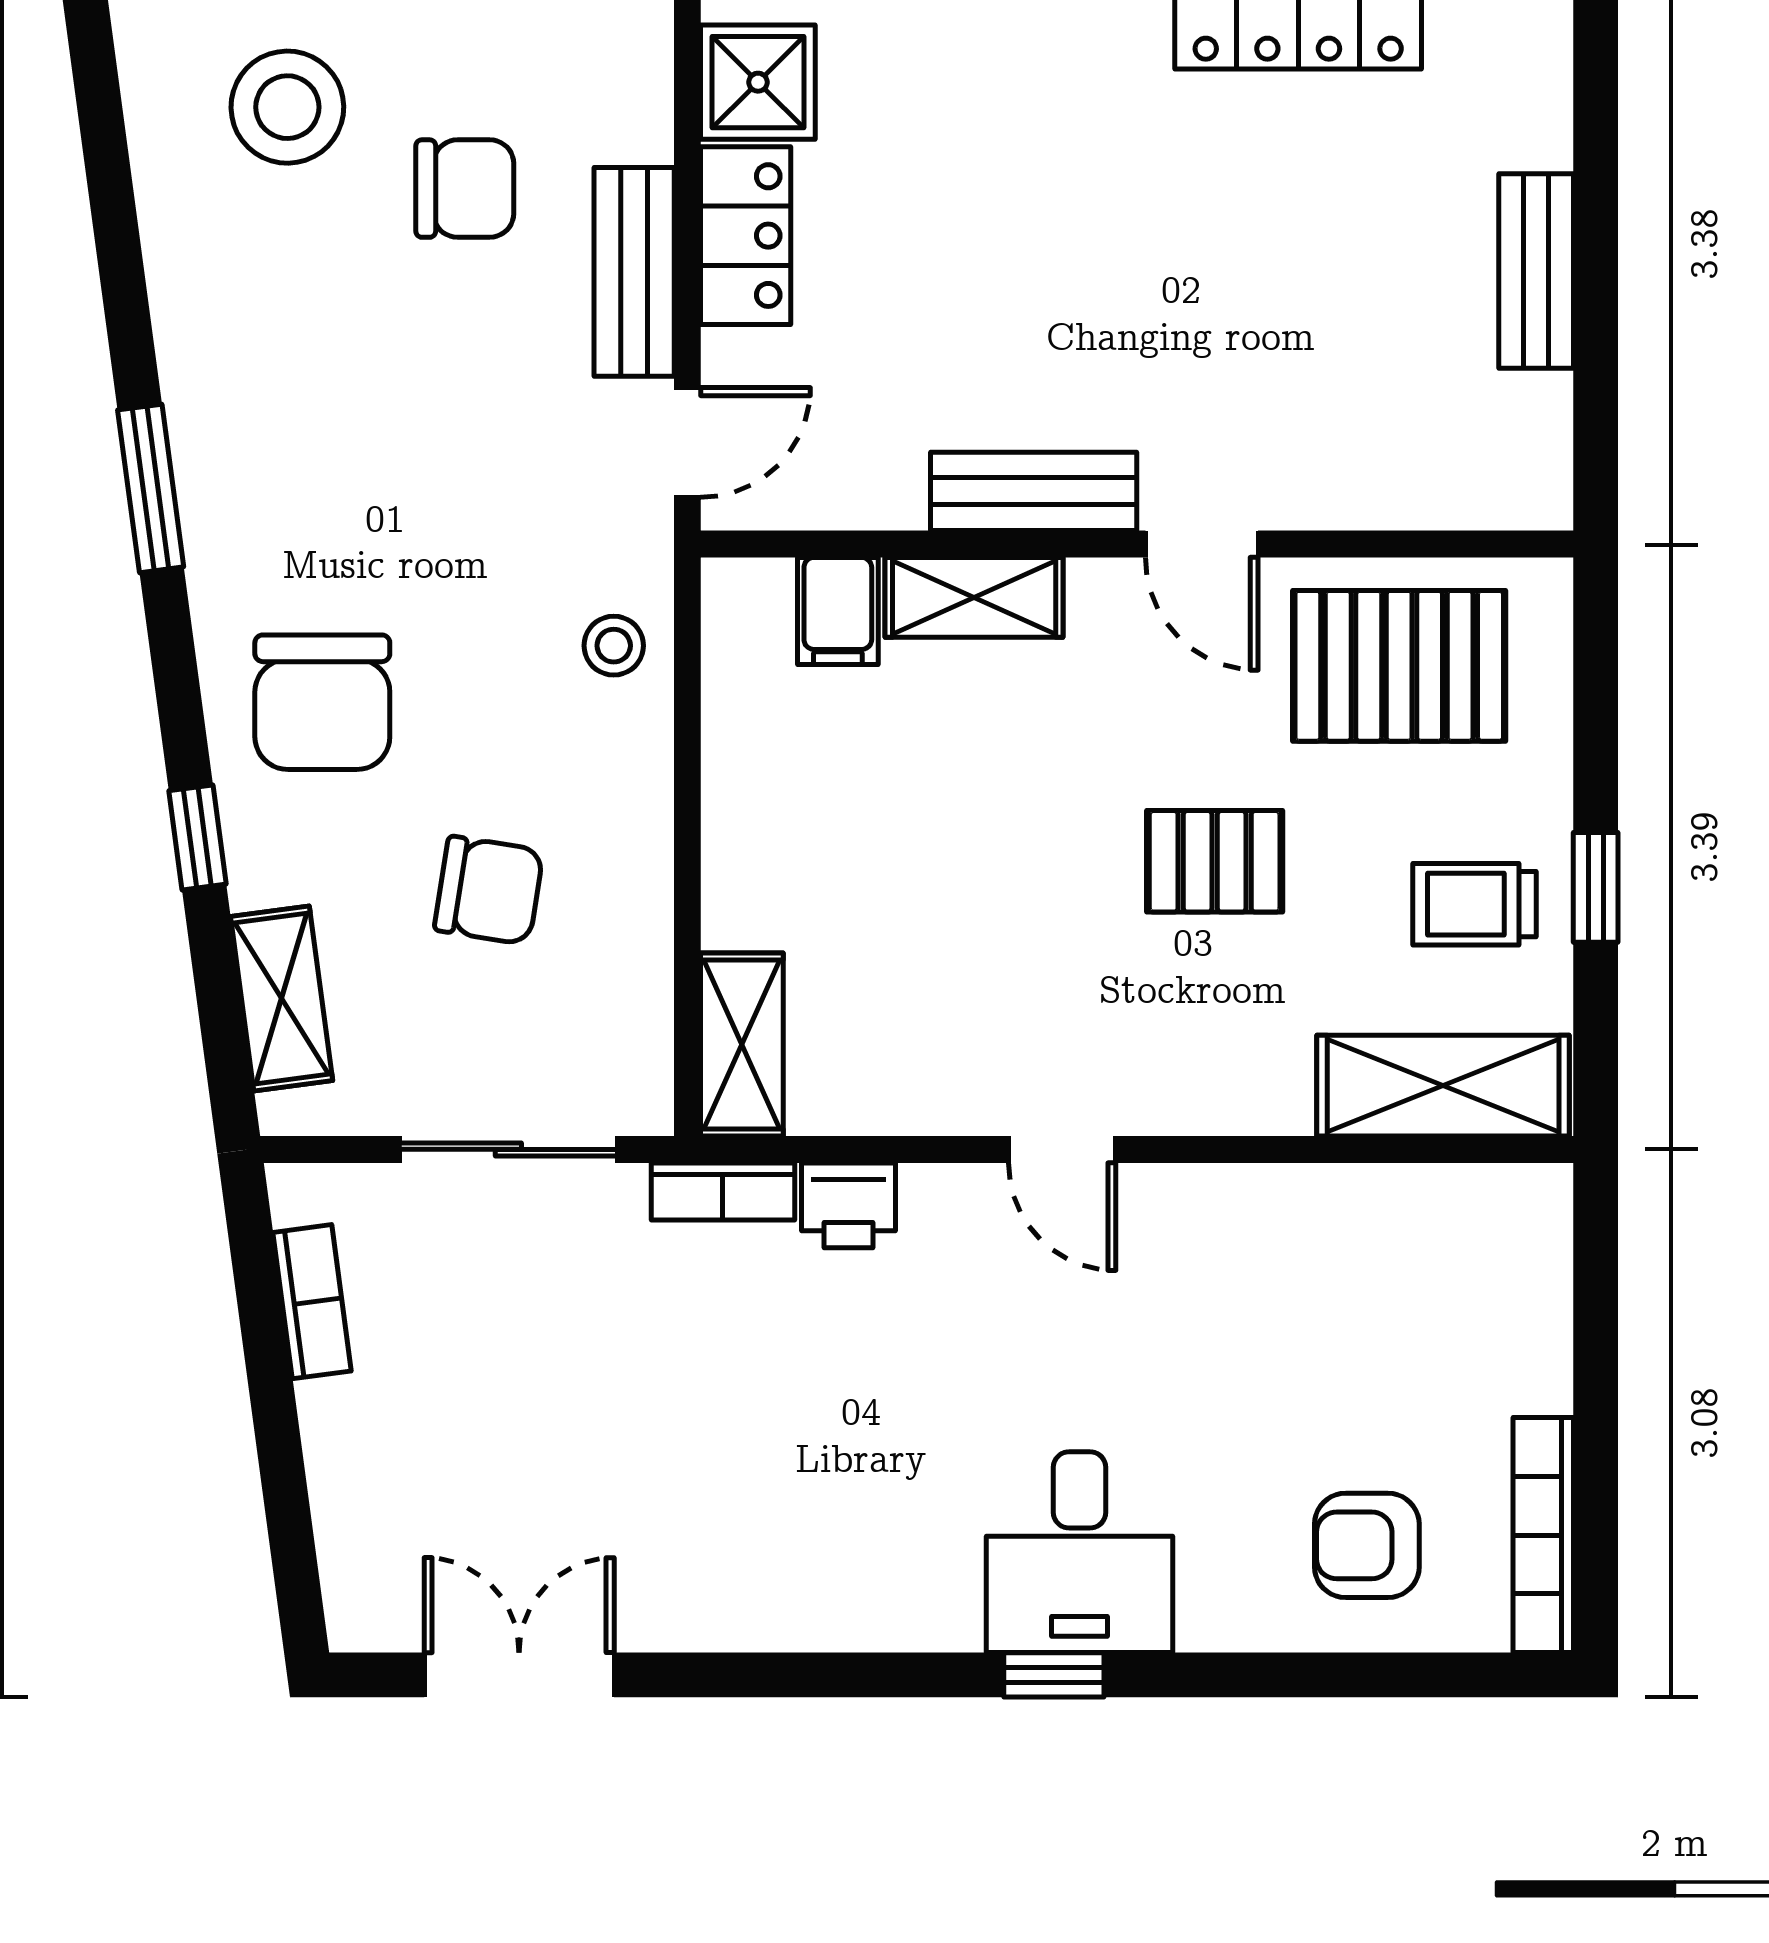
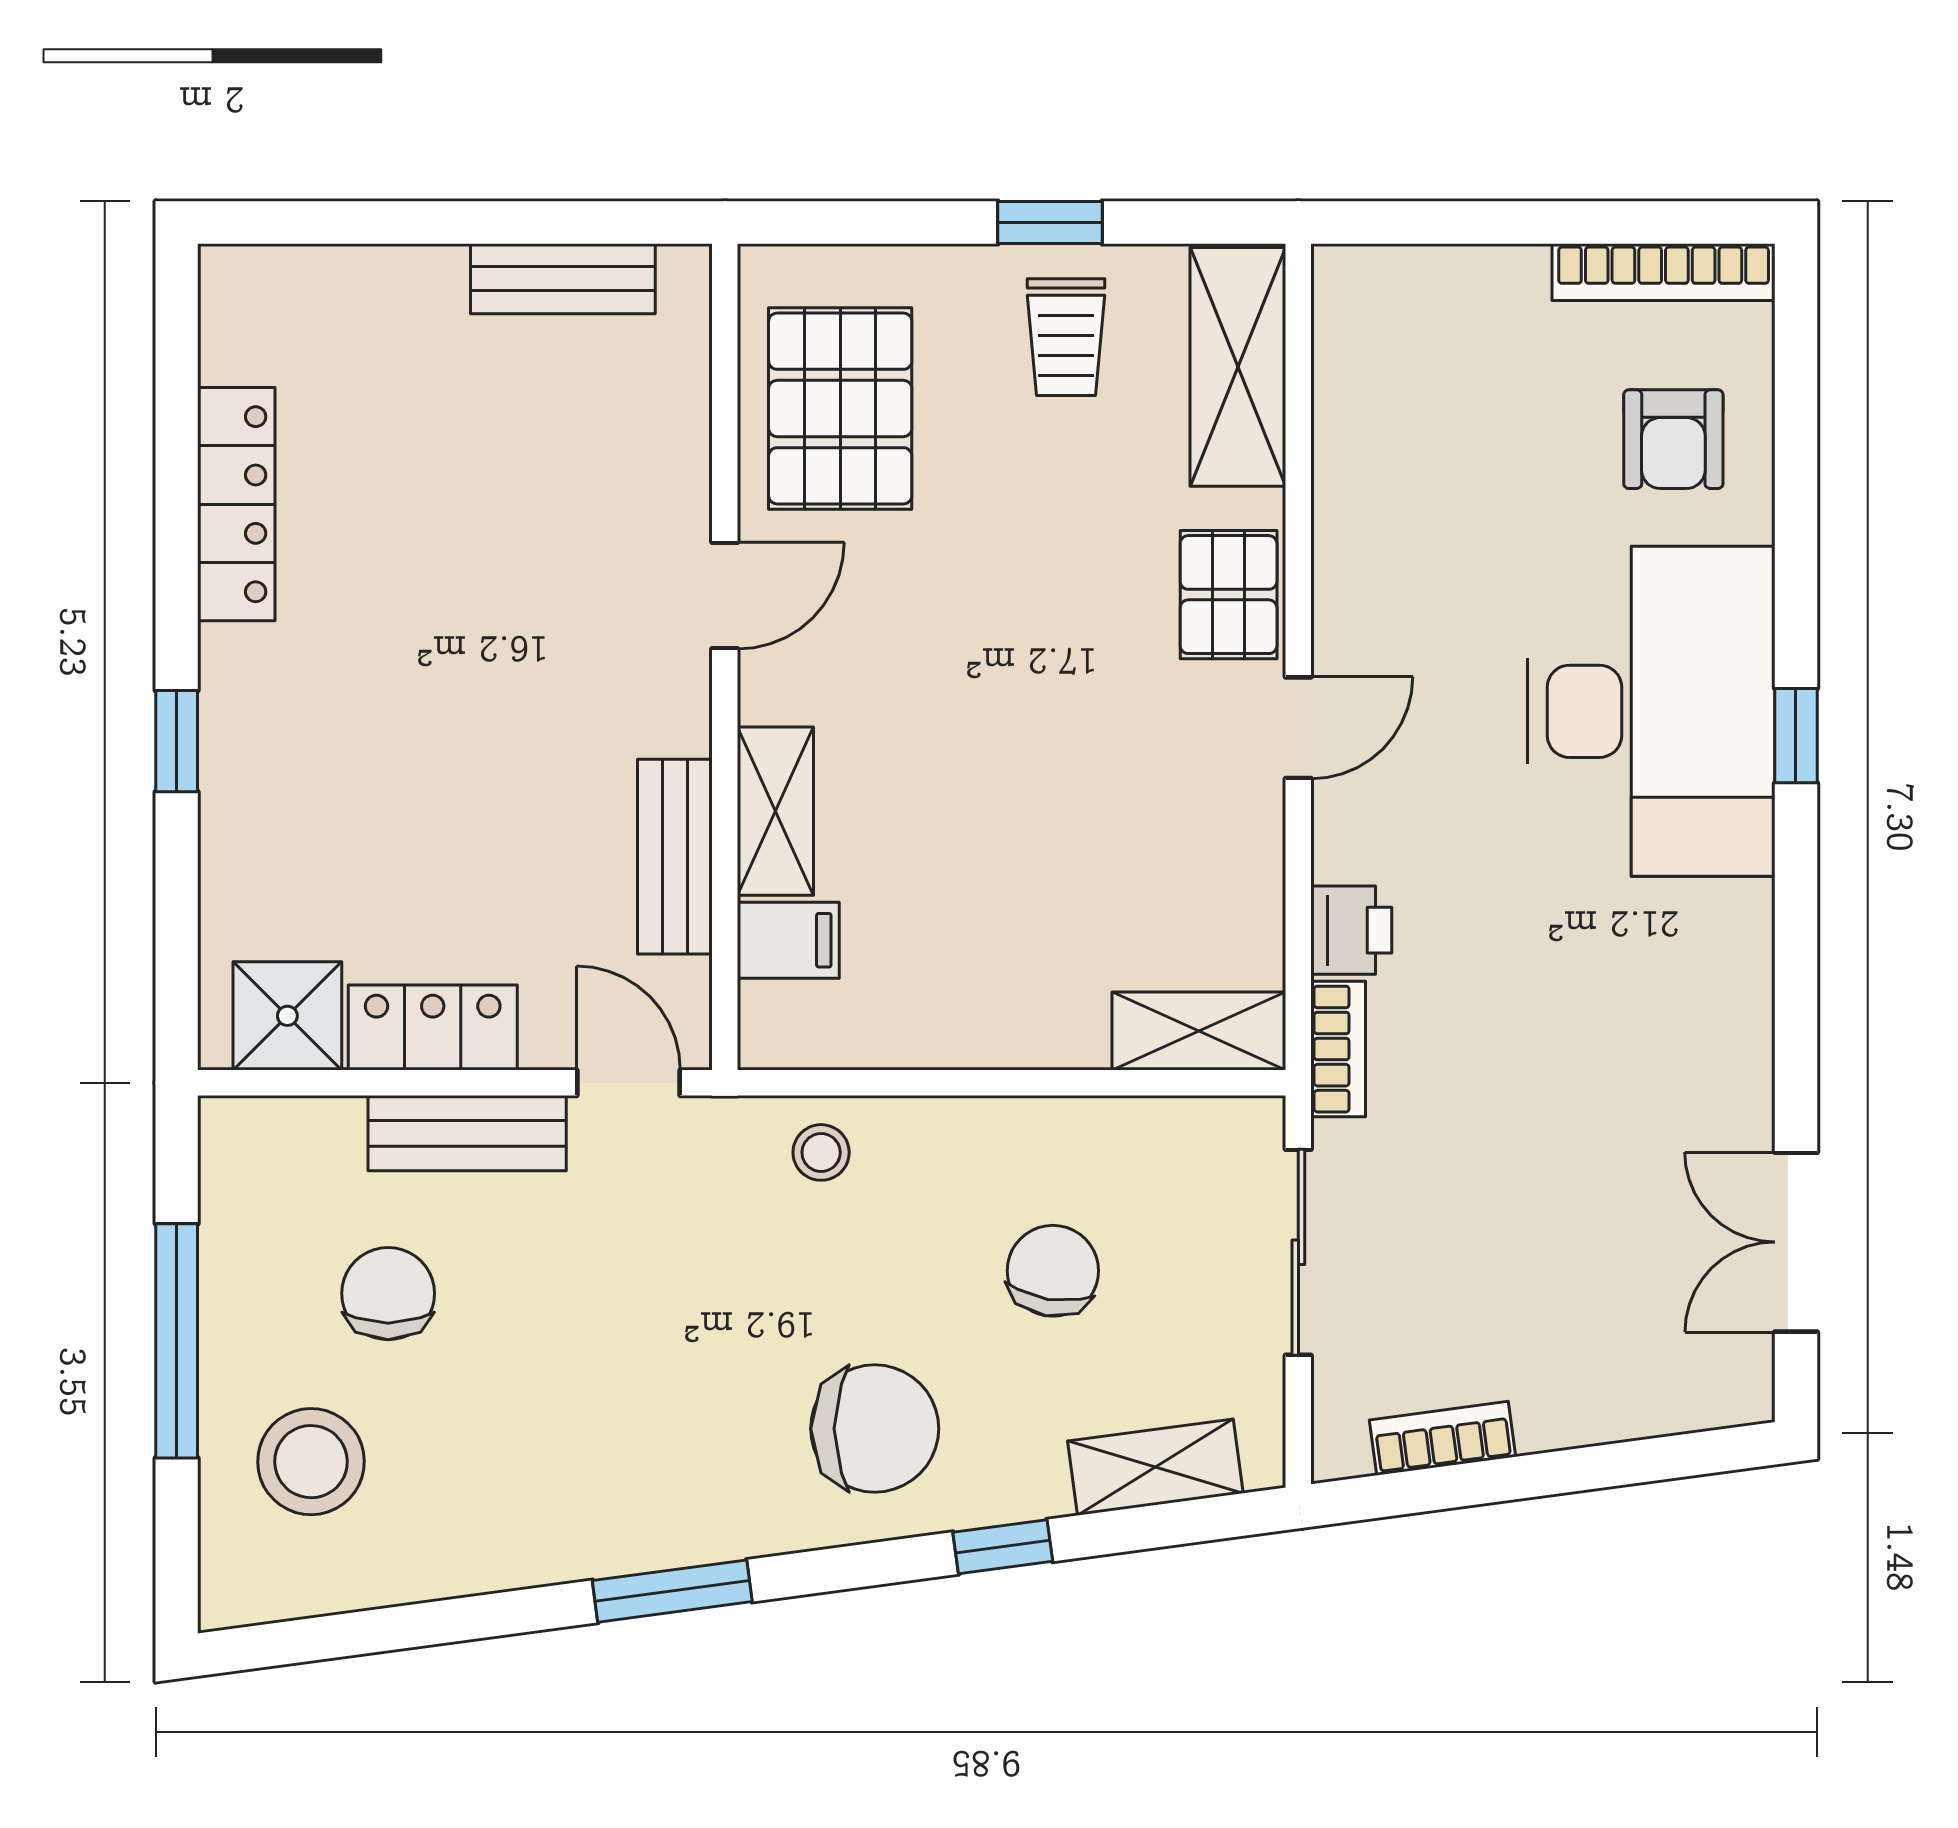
bench: (1536, 271) -> (563, 279), moved
bench: (1034, 491) -> (675, 857), moved
pallet: (1215, 861) -> (1229, 595), moved
desk: (1080, 1552) -> (1651, 711), width x1.87, depth x1.30

